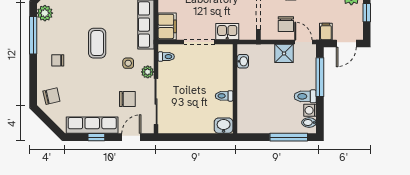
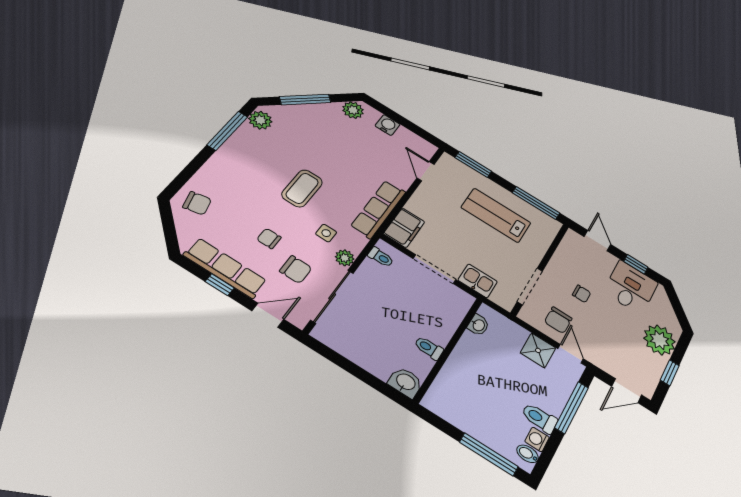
filing cabinet: (326, 32) -> (606, 361), removed
chair: (58, 60) -> (269, 238), moved

